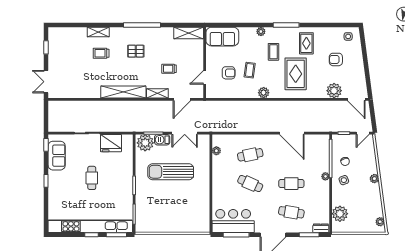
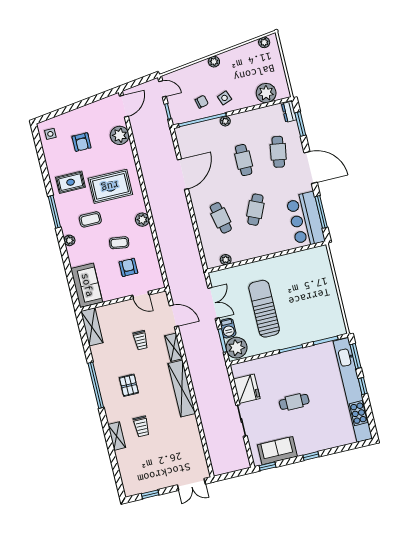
sun lounger: (171, 172) -> (264, 309), turned 180

